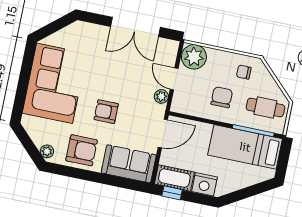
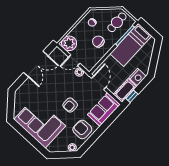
armchair: (82, 150) -> (82, 129), turned -90

